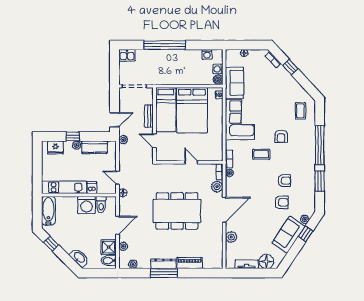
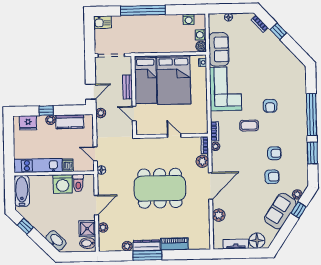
coffee table: (300, 111) -> (290, 78), removed
plant: (133, 264) -> (127, 246), moved

